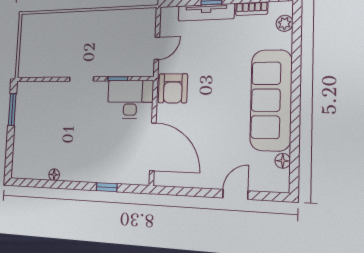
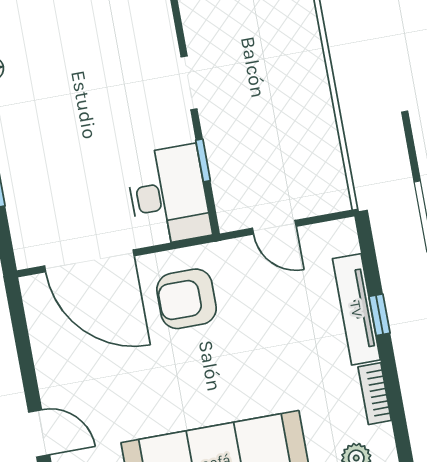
armchair: (173, 88) -> (187, 299), moved
door: (153, 147) -> (89, 261), hinge flipped

